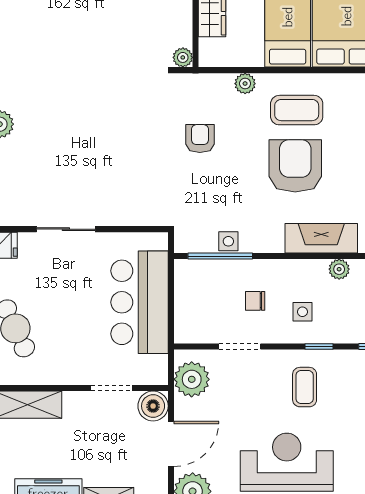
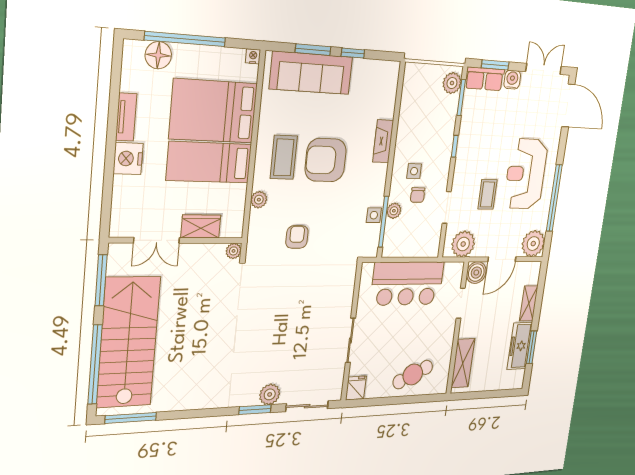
armchair: (200, 139) -> (297, 237), turned 90
fireplace: (321, 238) -> (383, 141), width x0.73, depth x0.76
plant: (339, 269) -> (394, 211), moved
side table: (302, 312) -> (414, 171), moved
coffee table: (305, 387) -> (488, 194), moved, turned 90
door: (171, 444) -> (502, 259), swing flipped

